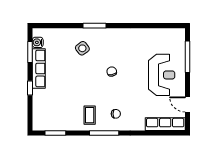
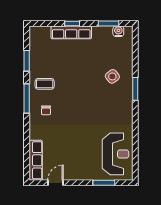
window: (187, 57) -> (104, 183), width x0.69
row of seats: (39, 68) -> (71, 32), moved
chair: (112, 72) -> (89, 106), removed
reception desk: (162, 75) -> (115, 154), moved, turned -90
window: (55, 133) -> (27, 61), moved

